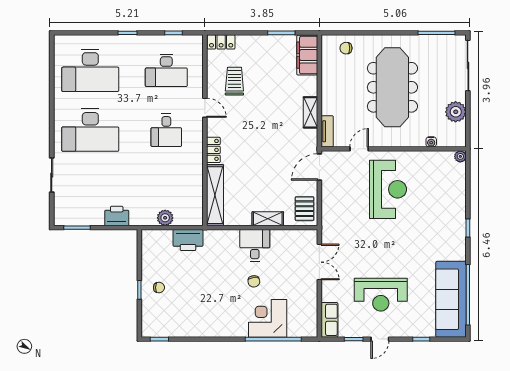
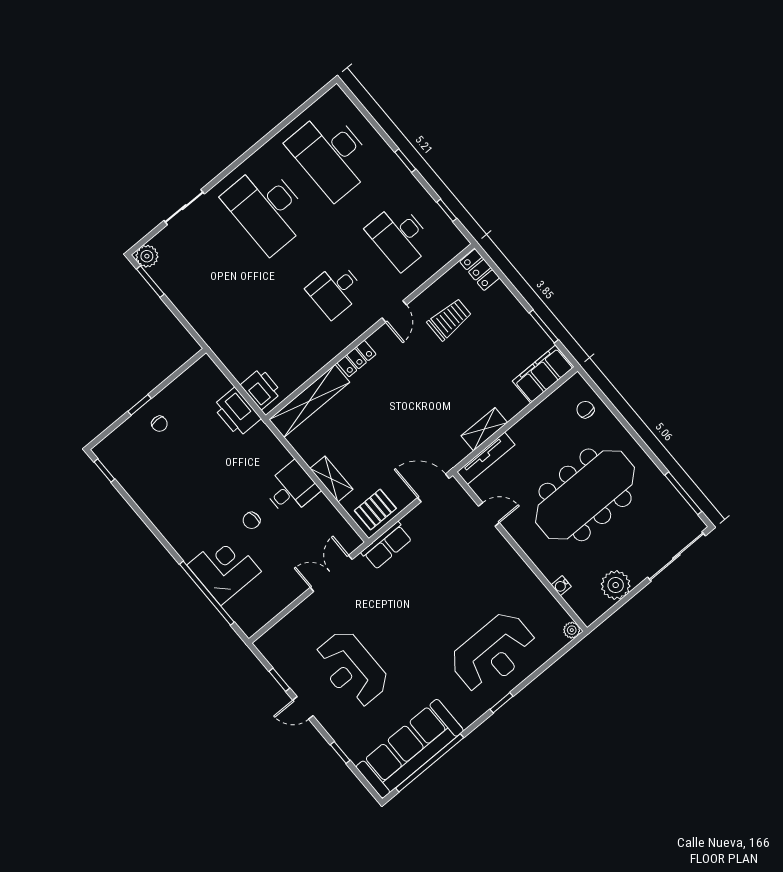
tv unit: (327, 131) -> (486, 458), width x1.41
reception desk: (388, 189) -> (493, 653), moved
printer: (117, 216) -> (261, 389), moved
plant: (165, 218) -> (147, 256), moved
double door: (319, 262) -> (331, 573), swing flipped
row of seats: (329, 320) -> (387, 546), moved

